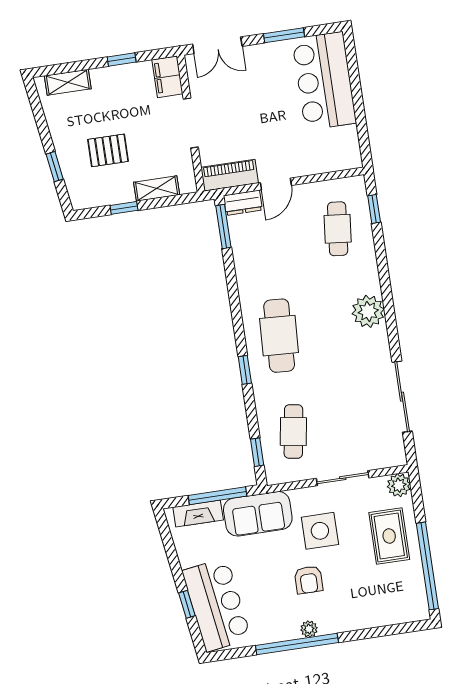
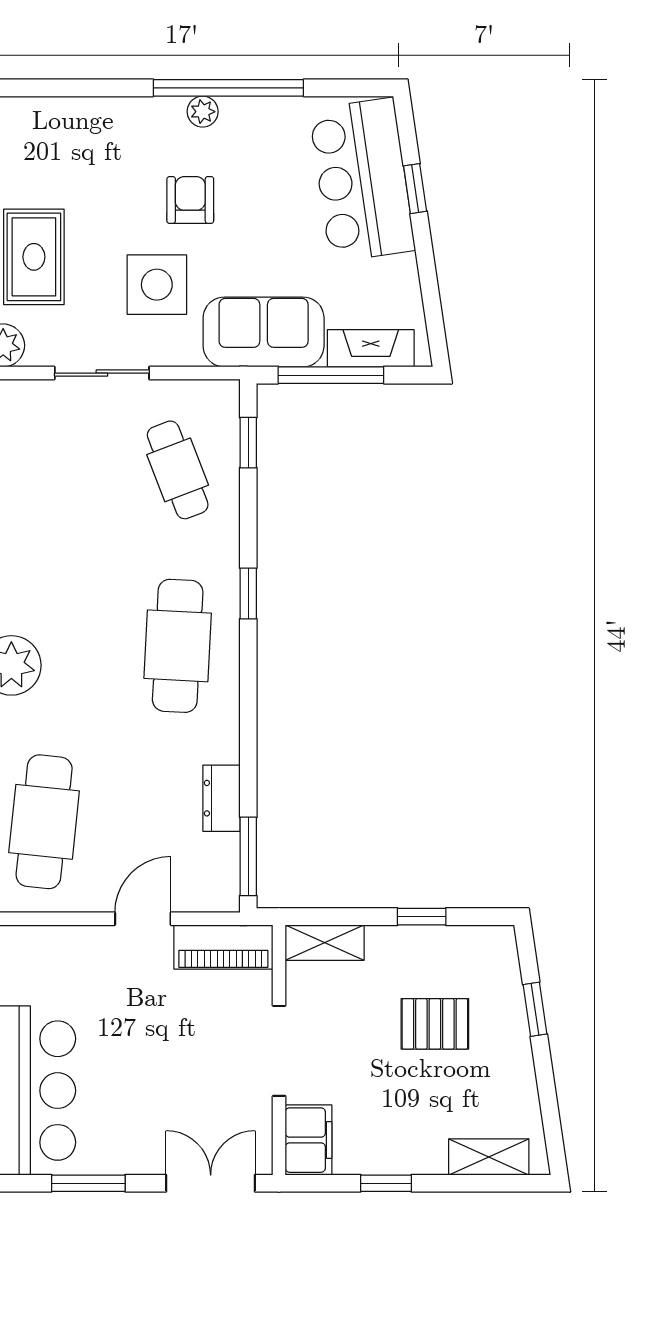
shelving: (157, 188) -> (325, 943), moved
dresser: (243, 203) -> (221, 798), moved, turned -90
cafe table: (338, 229) -> (44, 822), width x1.37, depth x1.35
cafe table: (293, 432) -> (178, 470), turned -30

